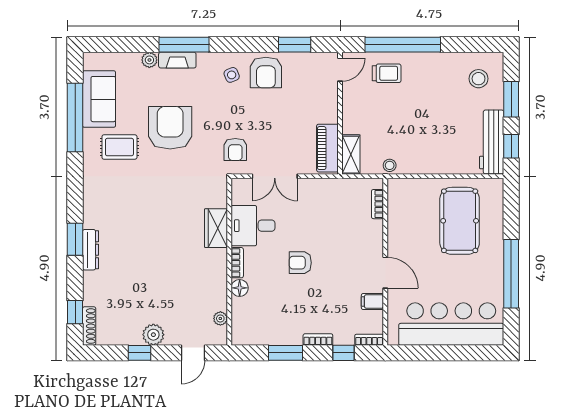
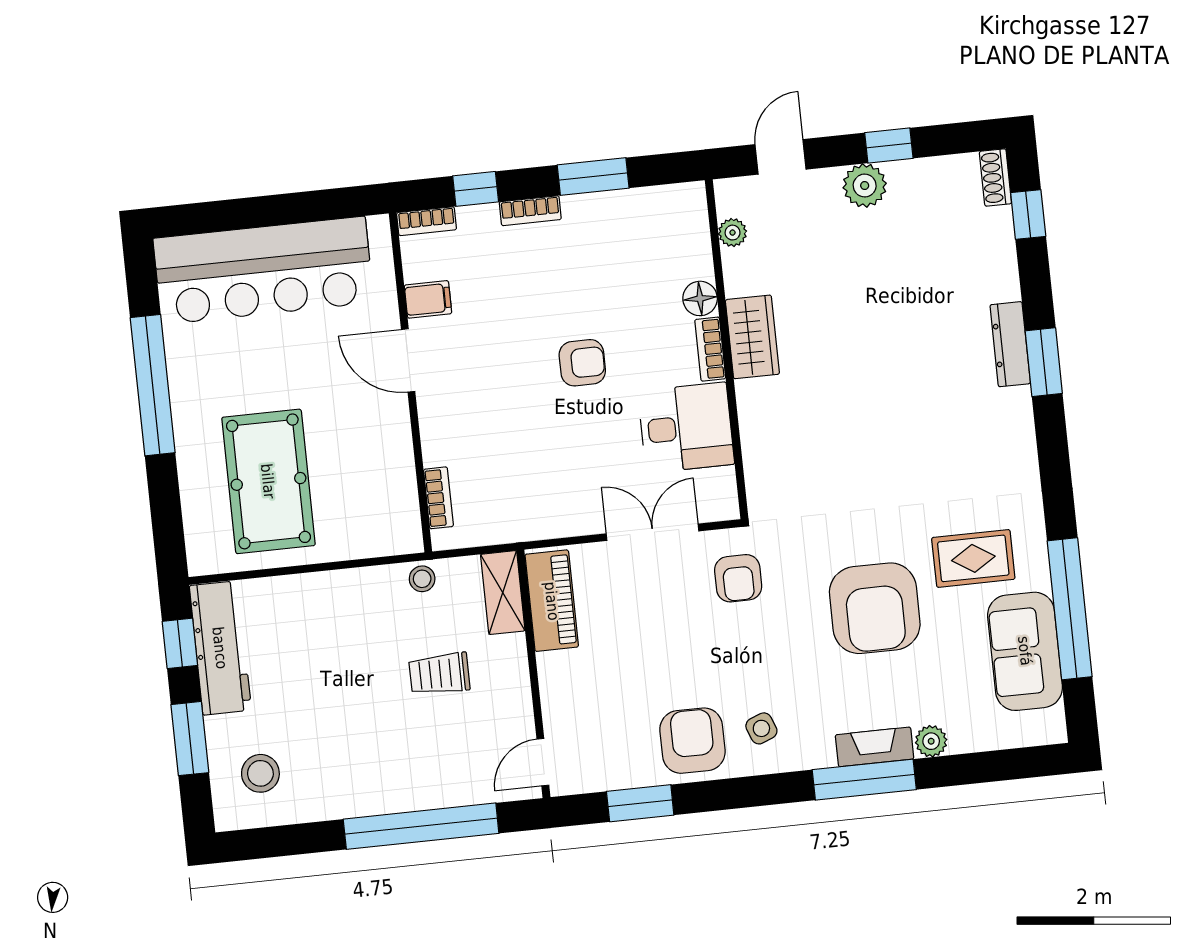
trolley: (387, 73) -> (439, 674), moved
armchair: (235, 149) -> (738, 578), turned 180
wardrobe: (216, 228) -> (752, 337), moved
shoe rack: (89, 326) -> (995, 178), width x0.70

